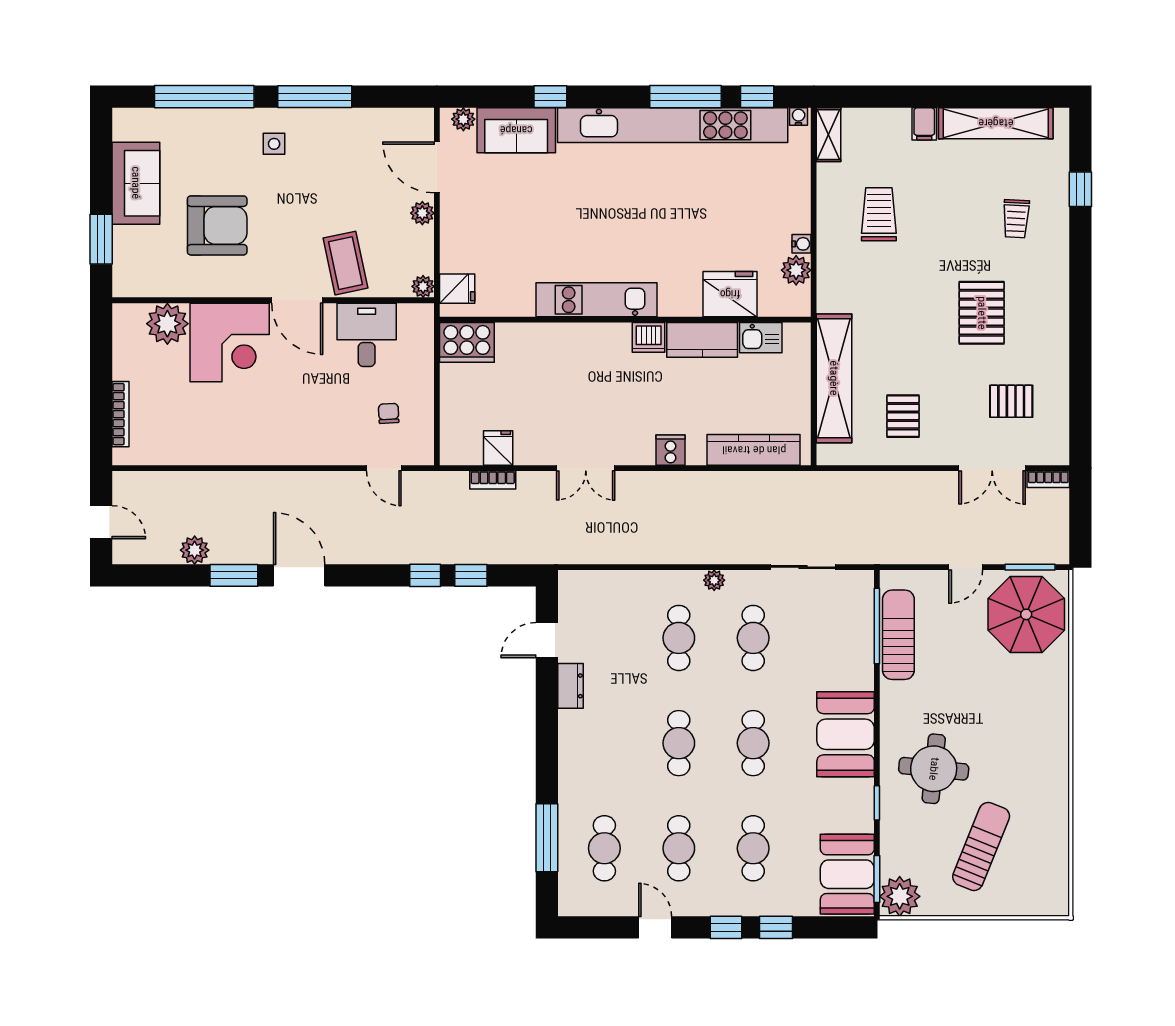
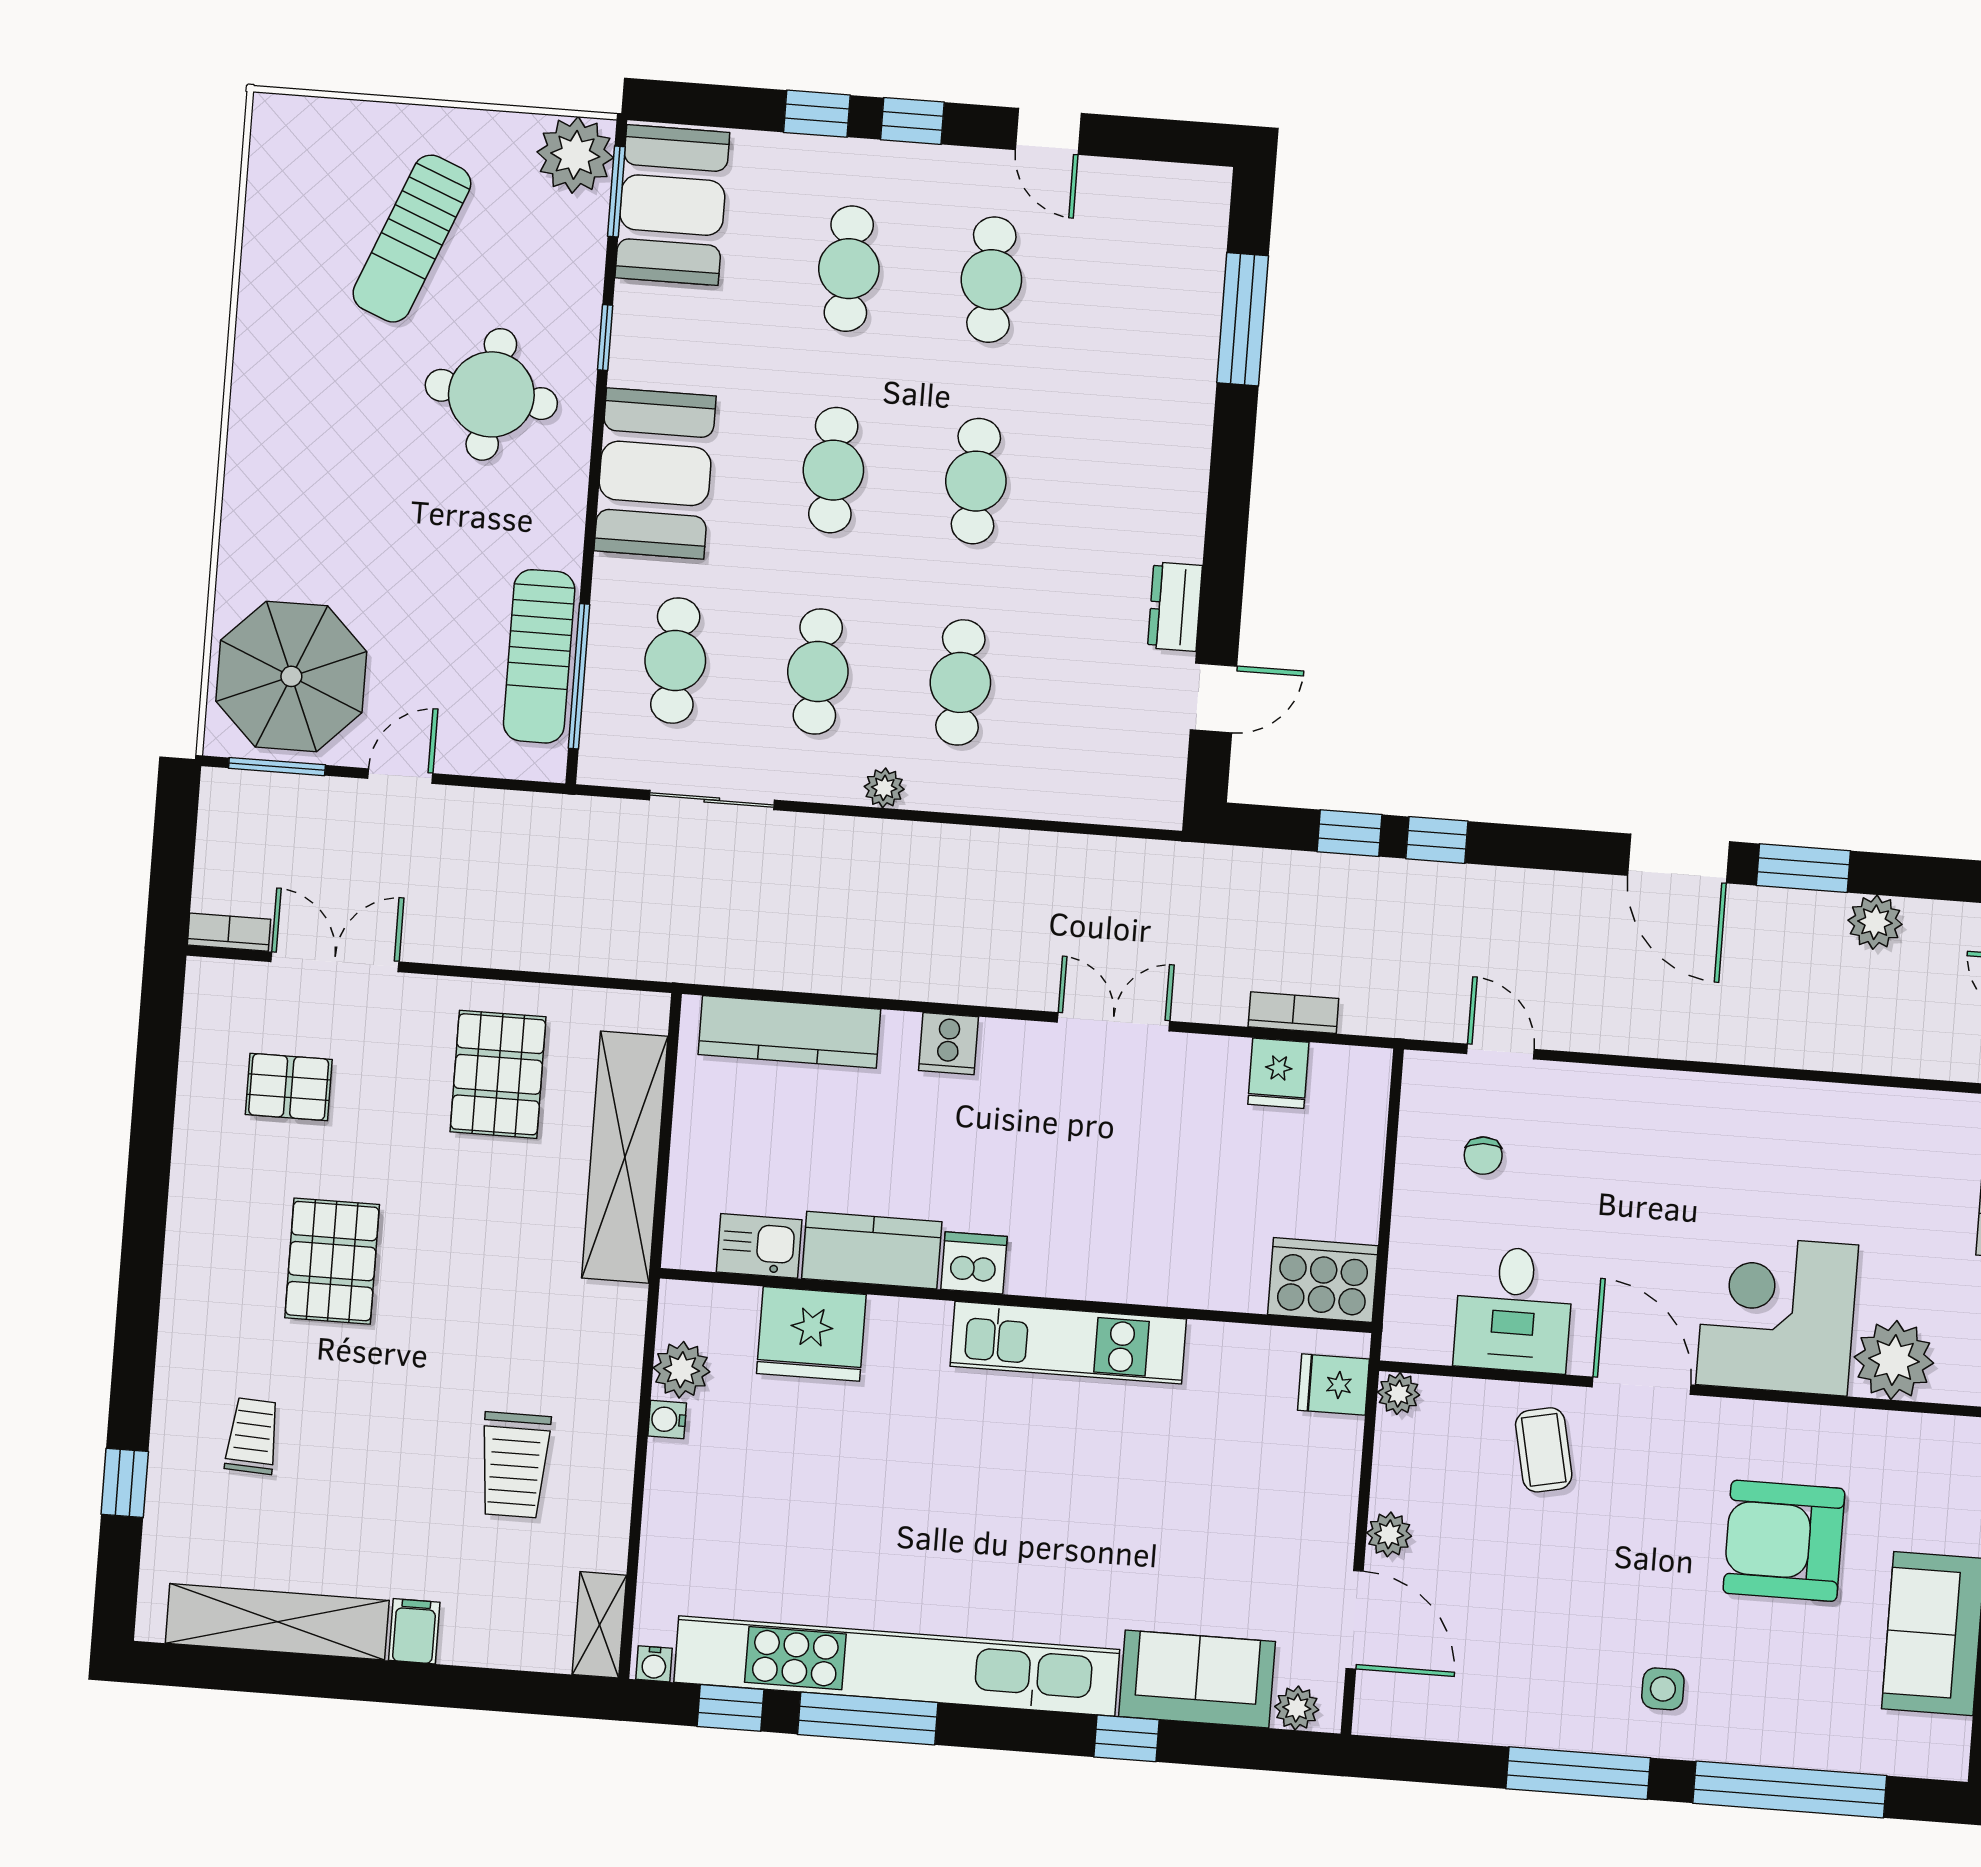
coffee table: (345, 263) -> (1544, 1450), width x0.73, depth x0.77
pallet: (903, 416) -> (498, 1074), width x1.50, depth x1.42
cafe table: (604, 848) -> (675, 661), moved

